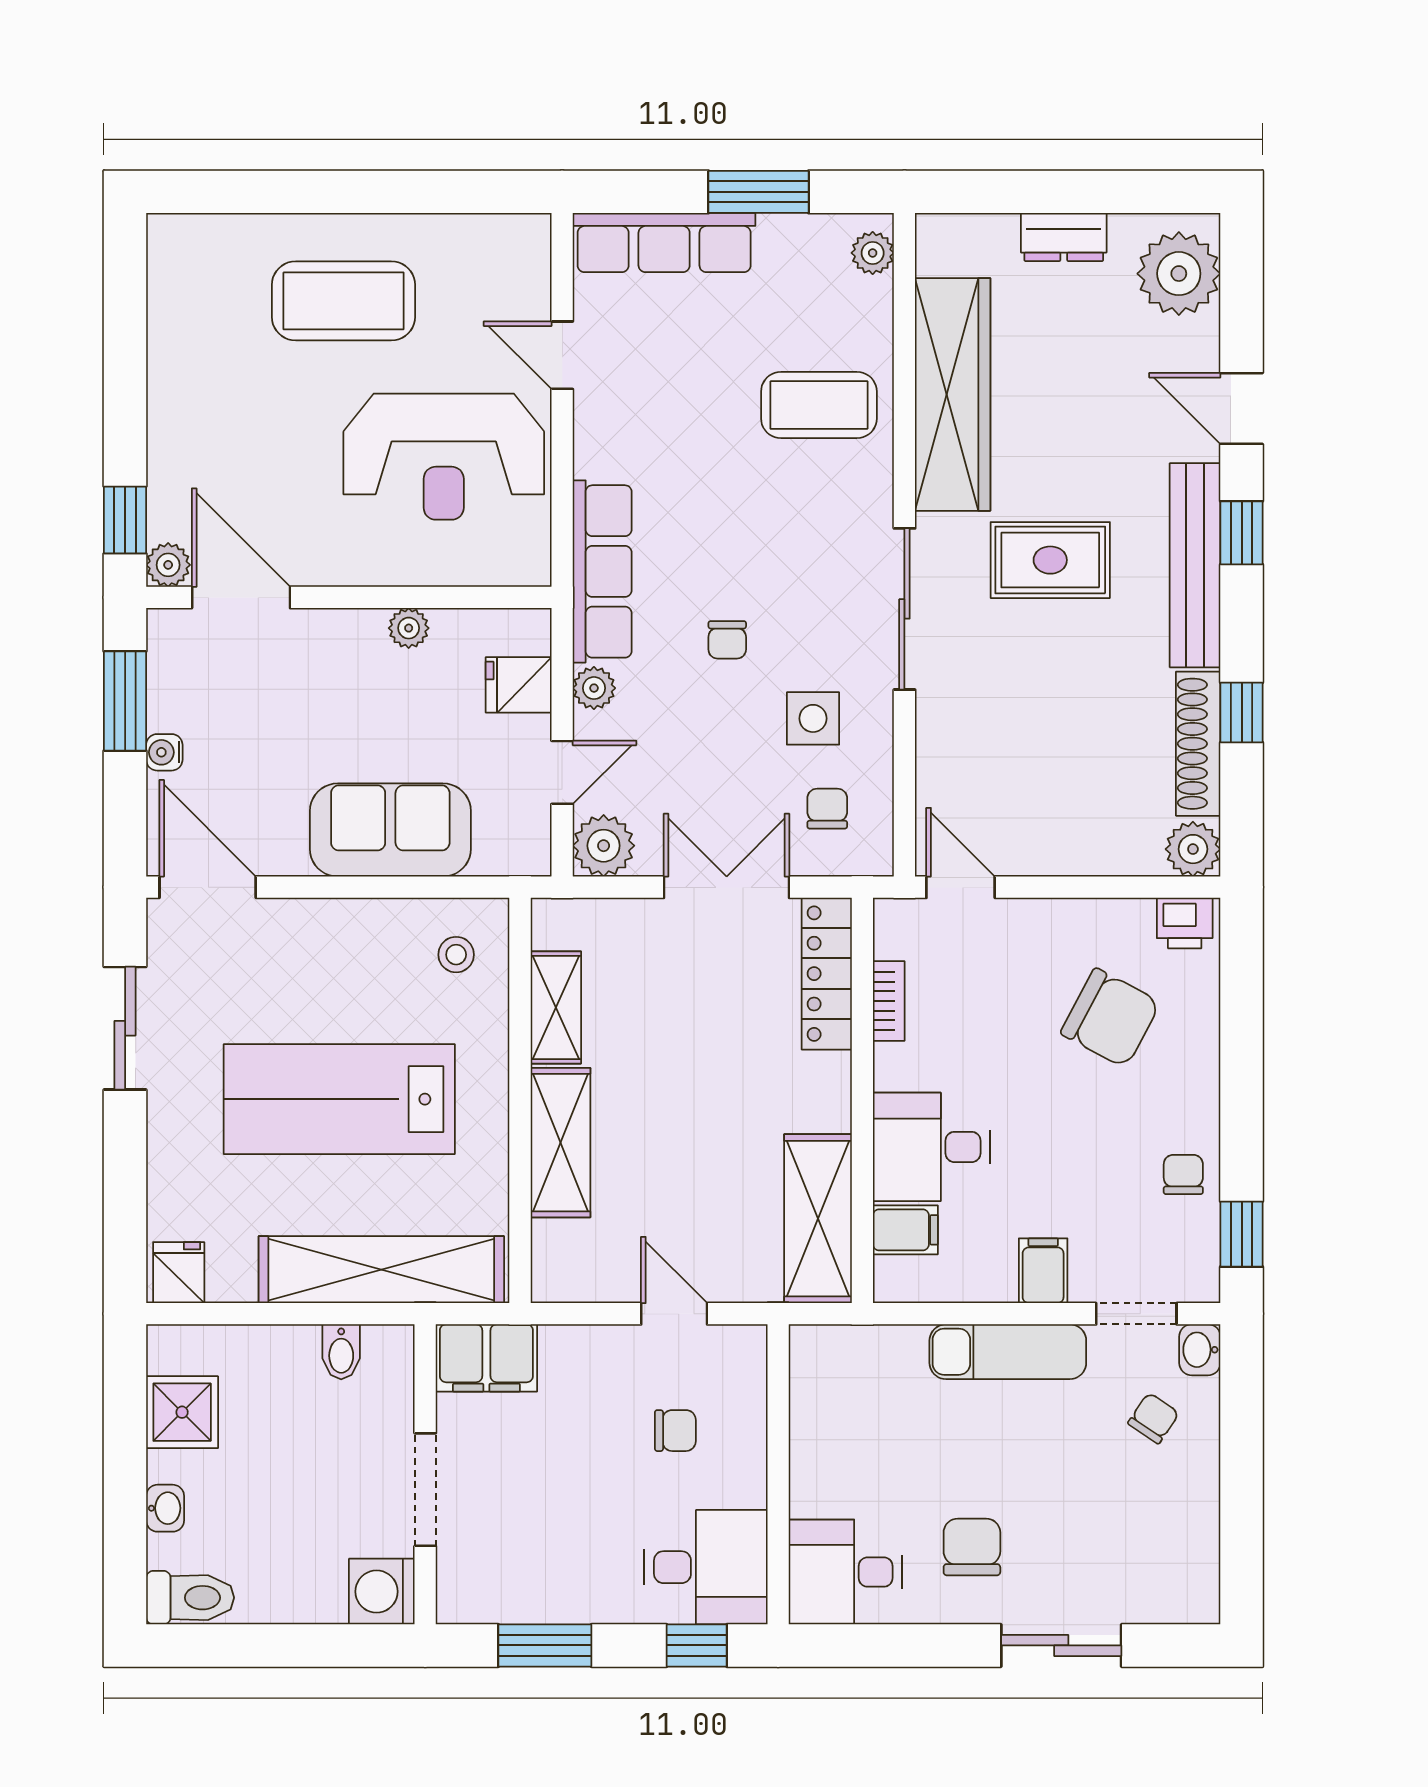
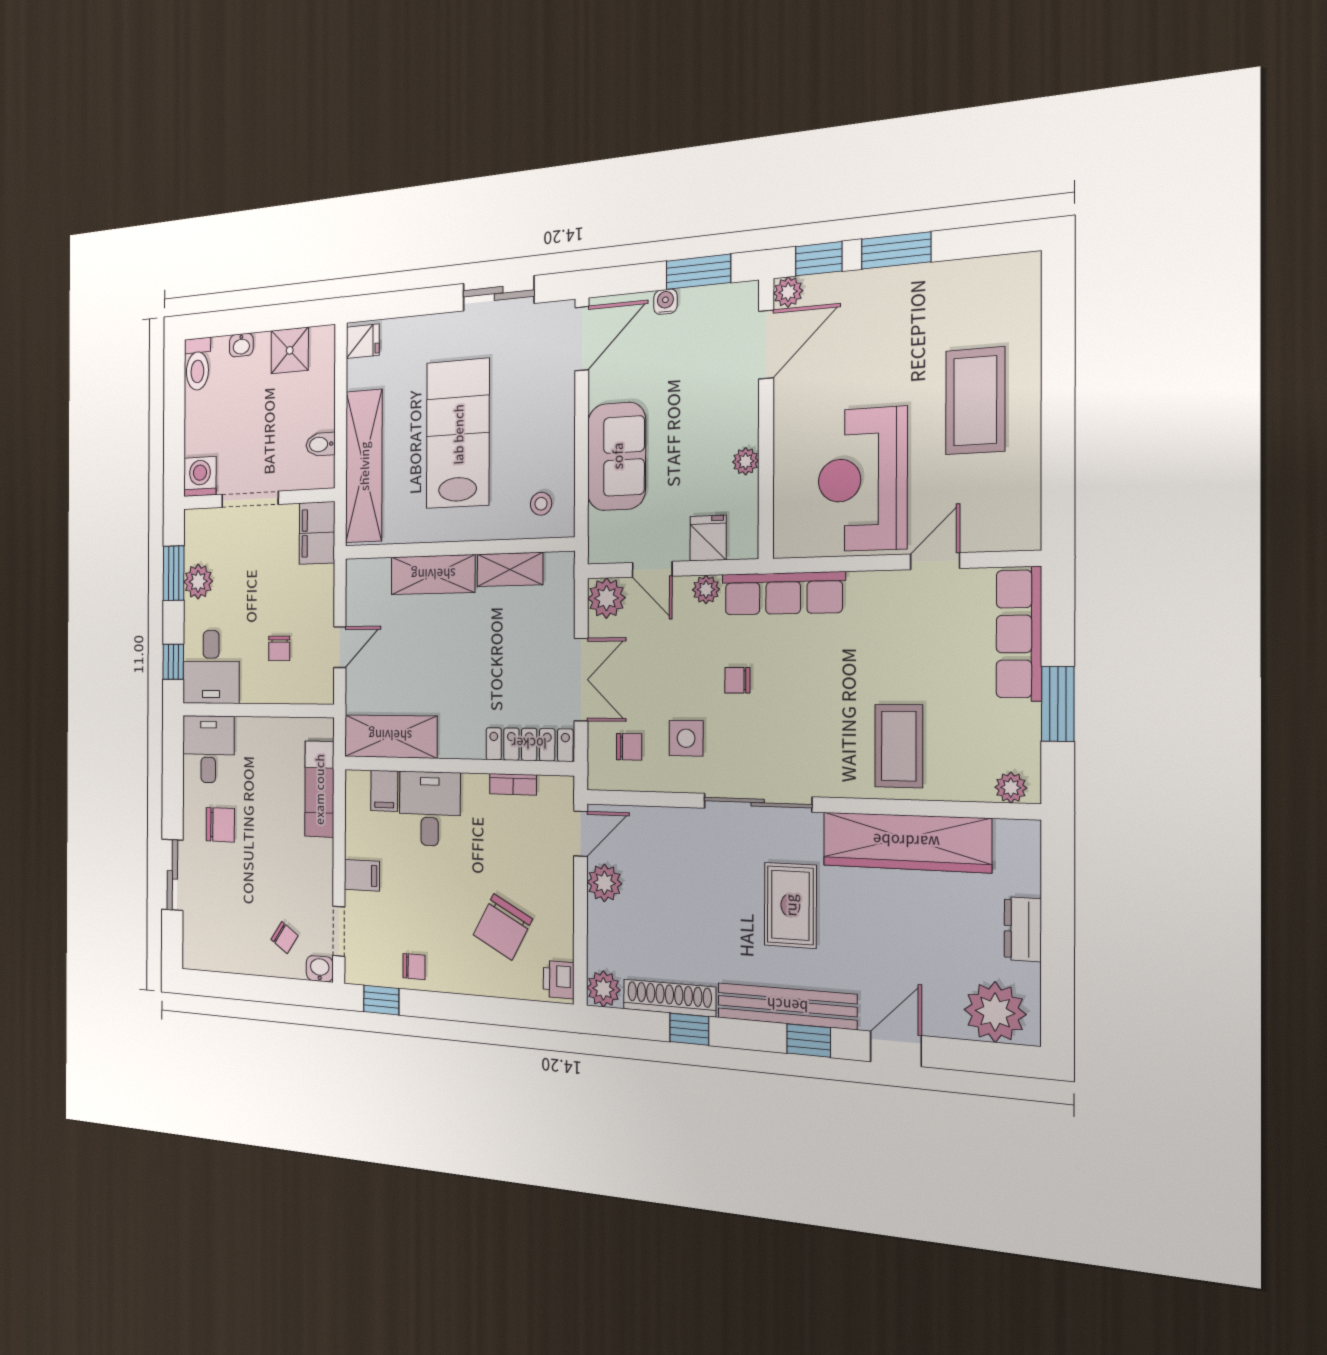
window: (125, 410) -> (896, 250), added
plant: (1033, 848) -> (604, 883), added
exam couch: (1008, 1352) -> (319, 789), moved
plant: (560, 1594) -> (198, 582), added

